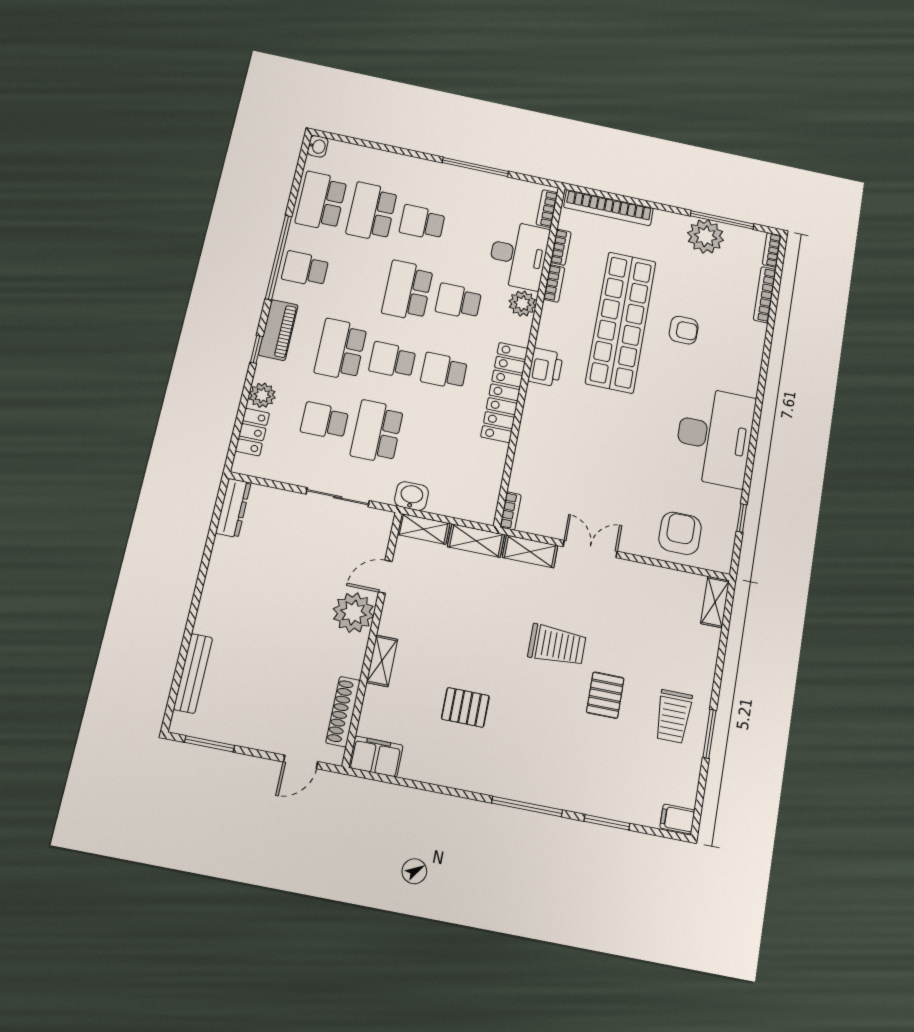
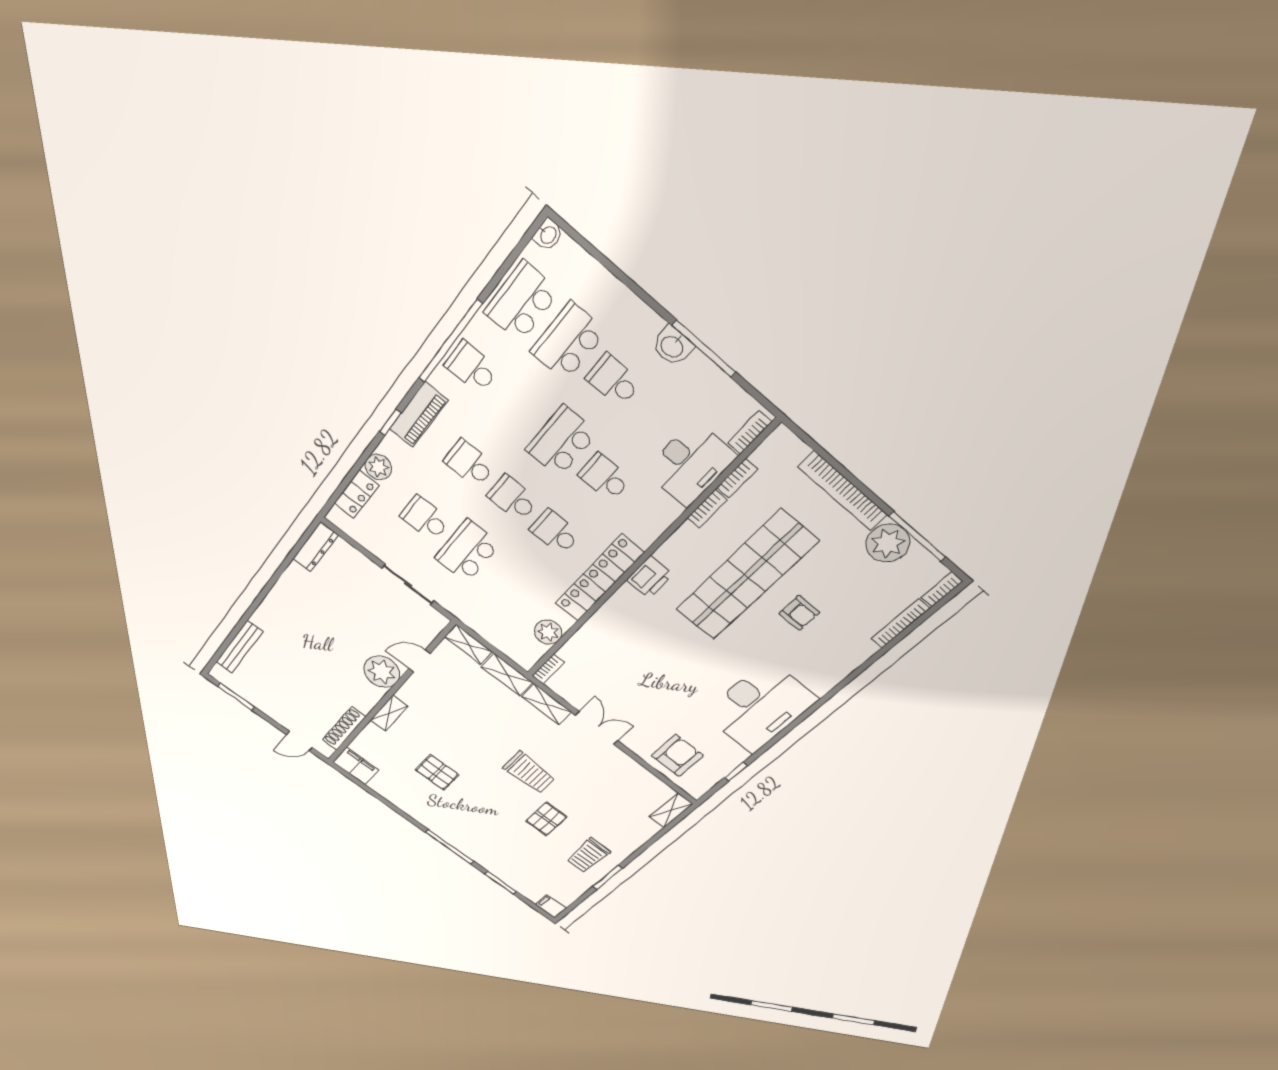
bookcase: (608, 208) -> (843, 491), moved
plant: (522, 304) -> (548, 632), moved
school desk: (341, 349) -> (469, 463), width x0.54
washbasin: (411, 496) -> (672, 346), moved, turned 180

